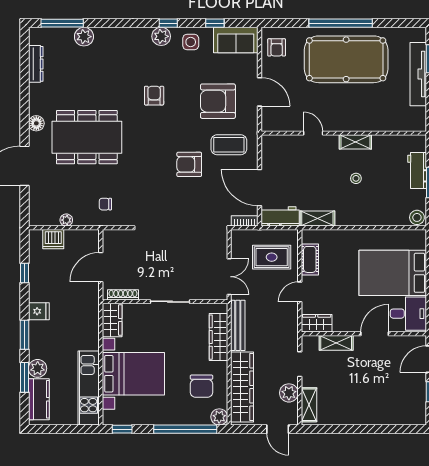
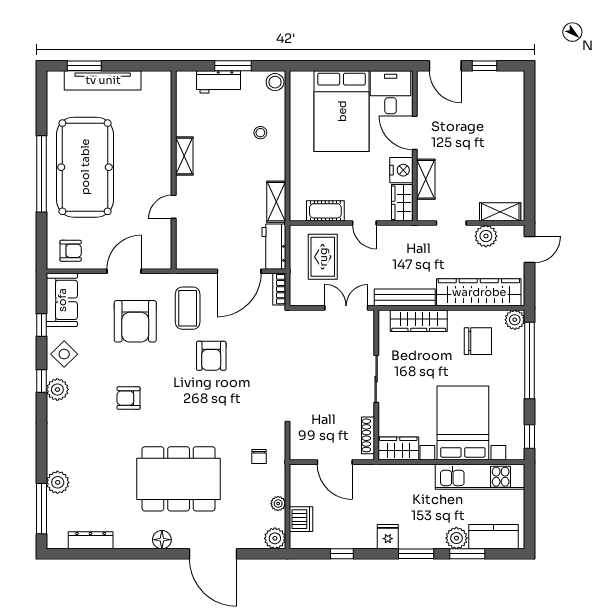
side table: (191, 42) -> (64, 354), turned 45
dining table: (87, 137) -> (179, 479), turned 90
stool: (356, 178) -> (260, 133), moved
plant: (37, 217) -> (275, 538), added
nightstand: (344, 323) -> (401, 170), added

